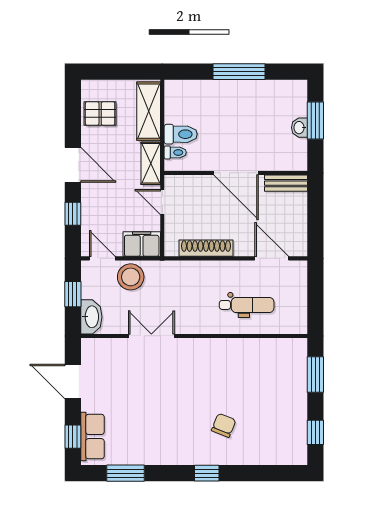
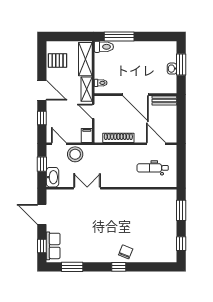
window: (239, 72) -> (119, 36), moved
toilet: (181, 134) -> (104, 47), moved
filing cabinet: (142, 244) -> (87, 135), width x0.50
dental chair: (247, 305) -> (153, 168), moved, turned 180
chair: (224, 425) -> (126, 252), moved

